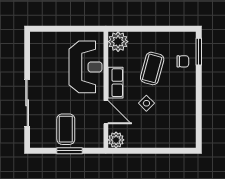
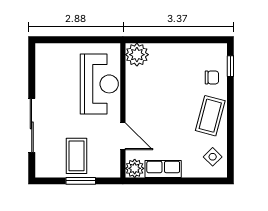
window: (199, 52) -> (230, 66), width x0.67
coffee table: (152, 68) -> (210, 116), moved
row of seats: (115, 83) -> (163, 169), moved, turned -90
side table: (146, 103) -> (213, 157), moved

